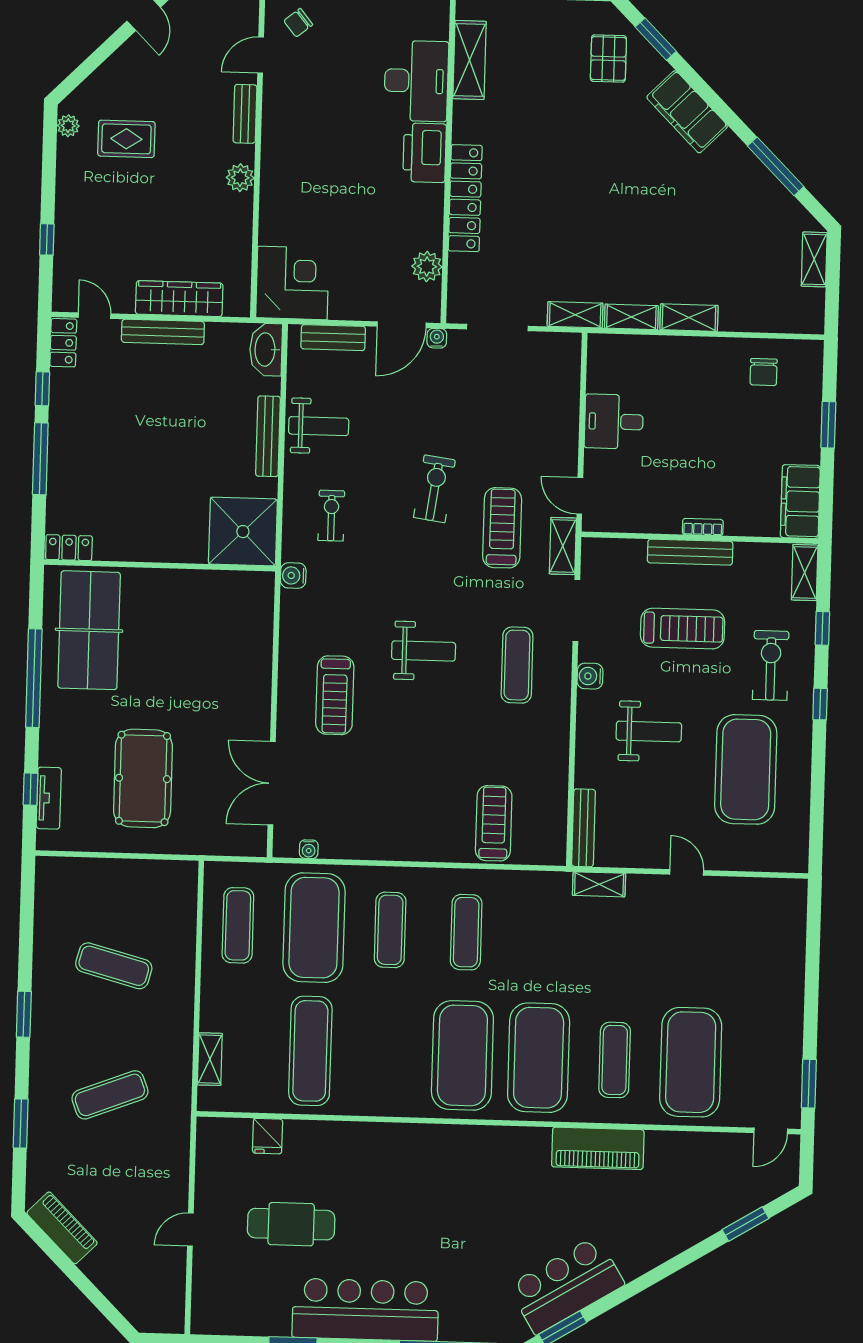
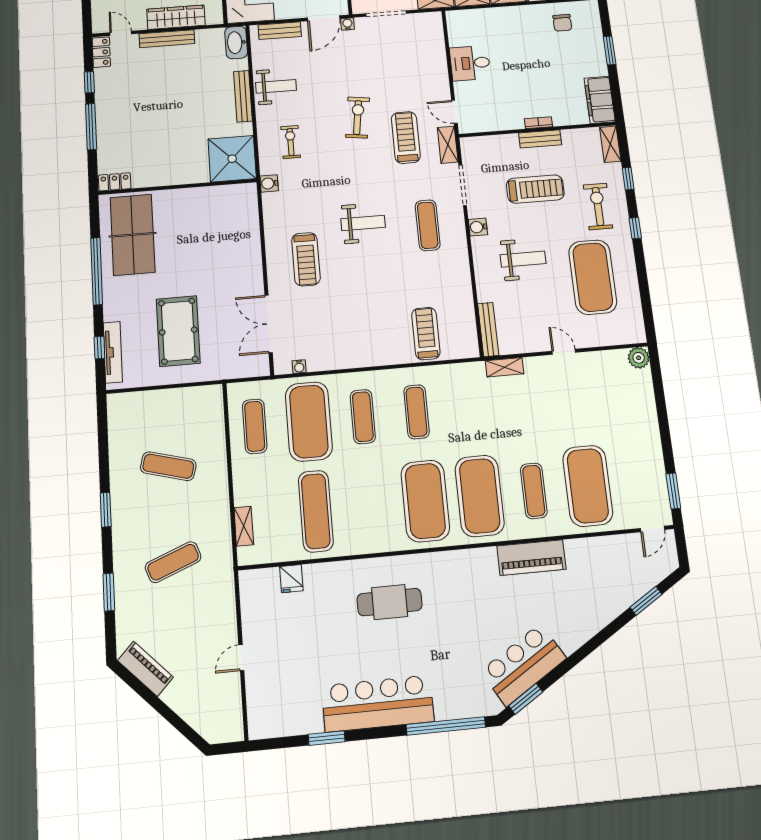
bench: (690, 552) -> (540, 139), width x0.73
tv unit: (49, 798) -> (113, 352), width x1.41
plant: (792, 894) -> (639, 358), added
cafe table: (291, 1224) -> (390, 602), moved

